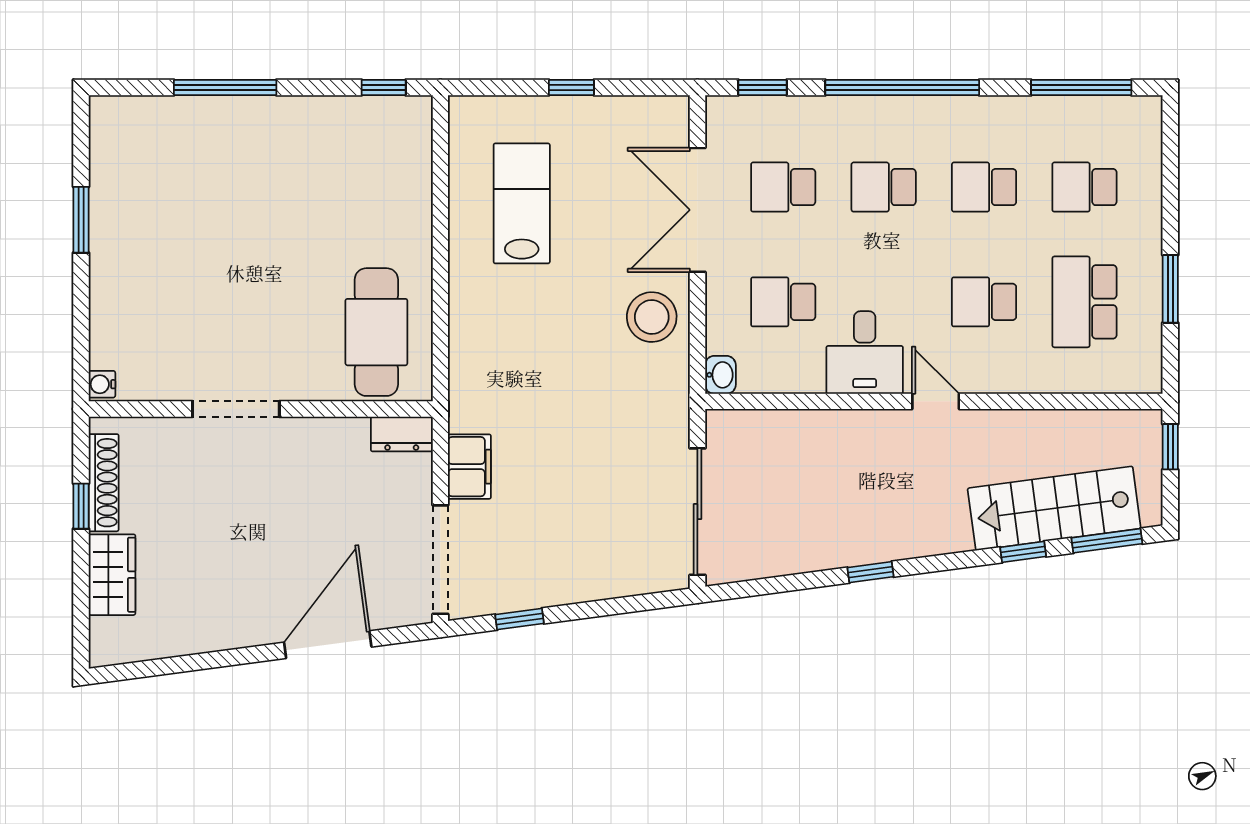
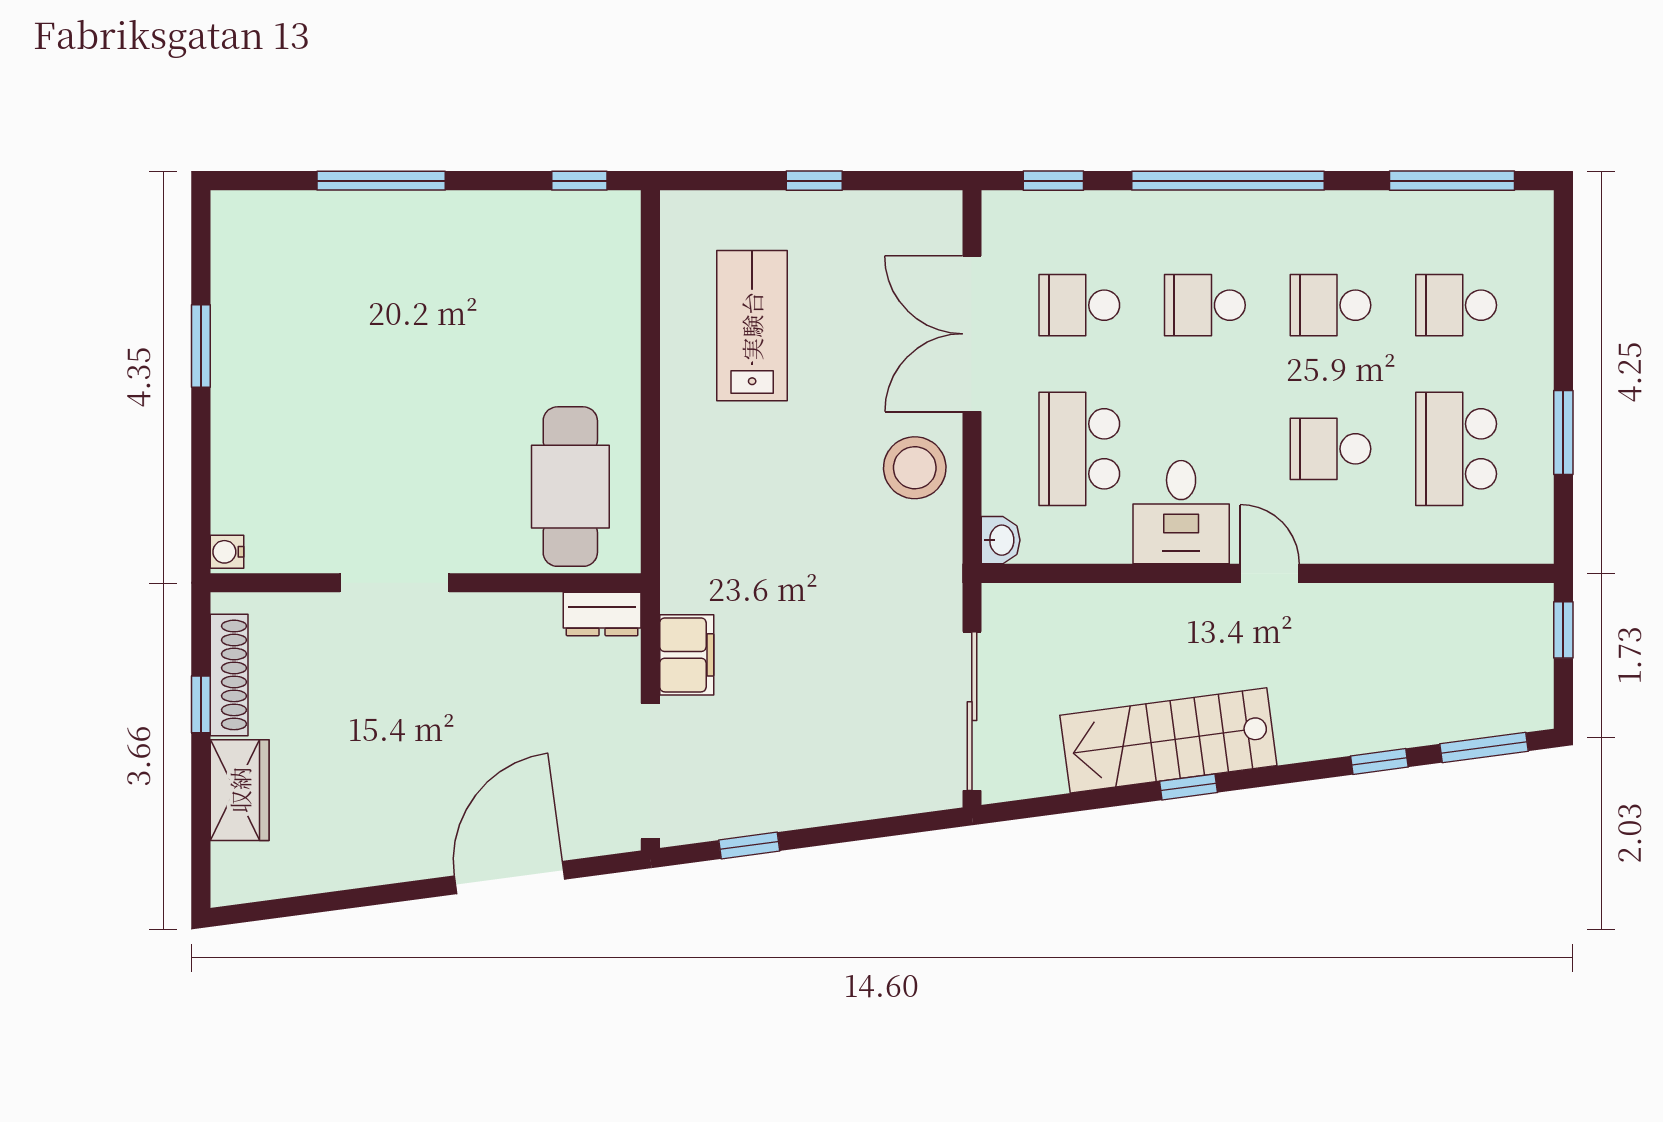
school desk: (783, 302) -> (1079, 449), width x1.85
stairs: (1054, 508) -> (1168, 740), moved

